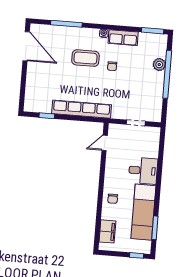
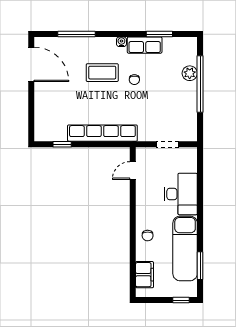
window: (153, 31) -> (159, 34), moved
desk: (143, 171) -> (181, 194), width x1.37

